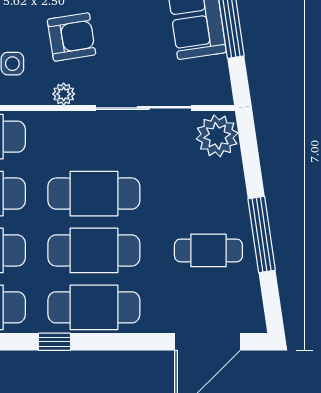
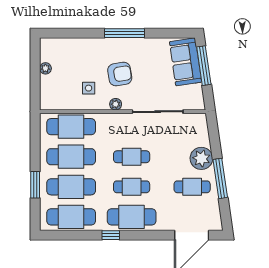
plant: (217, 136) -> (201, 158), moved
cafe table: (94, 194) -> (132, 157), width x0.73, depth x0.74
cafe table: (94, 250) -> (132, 187), width x0.73, depth x0.74

